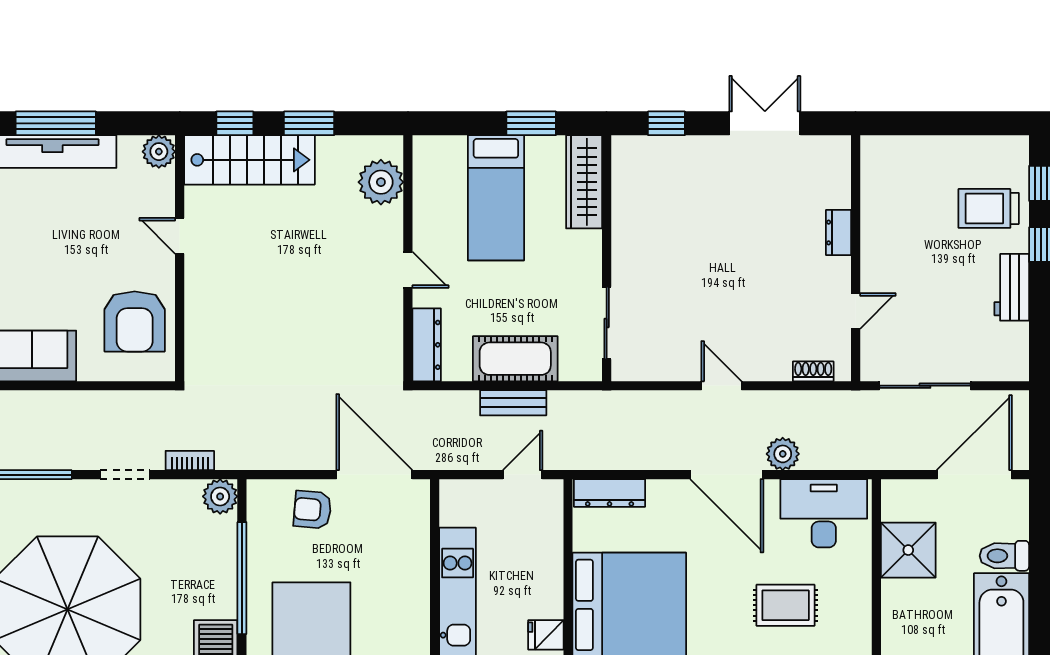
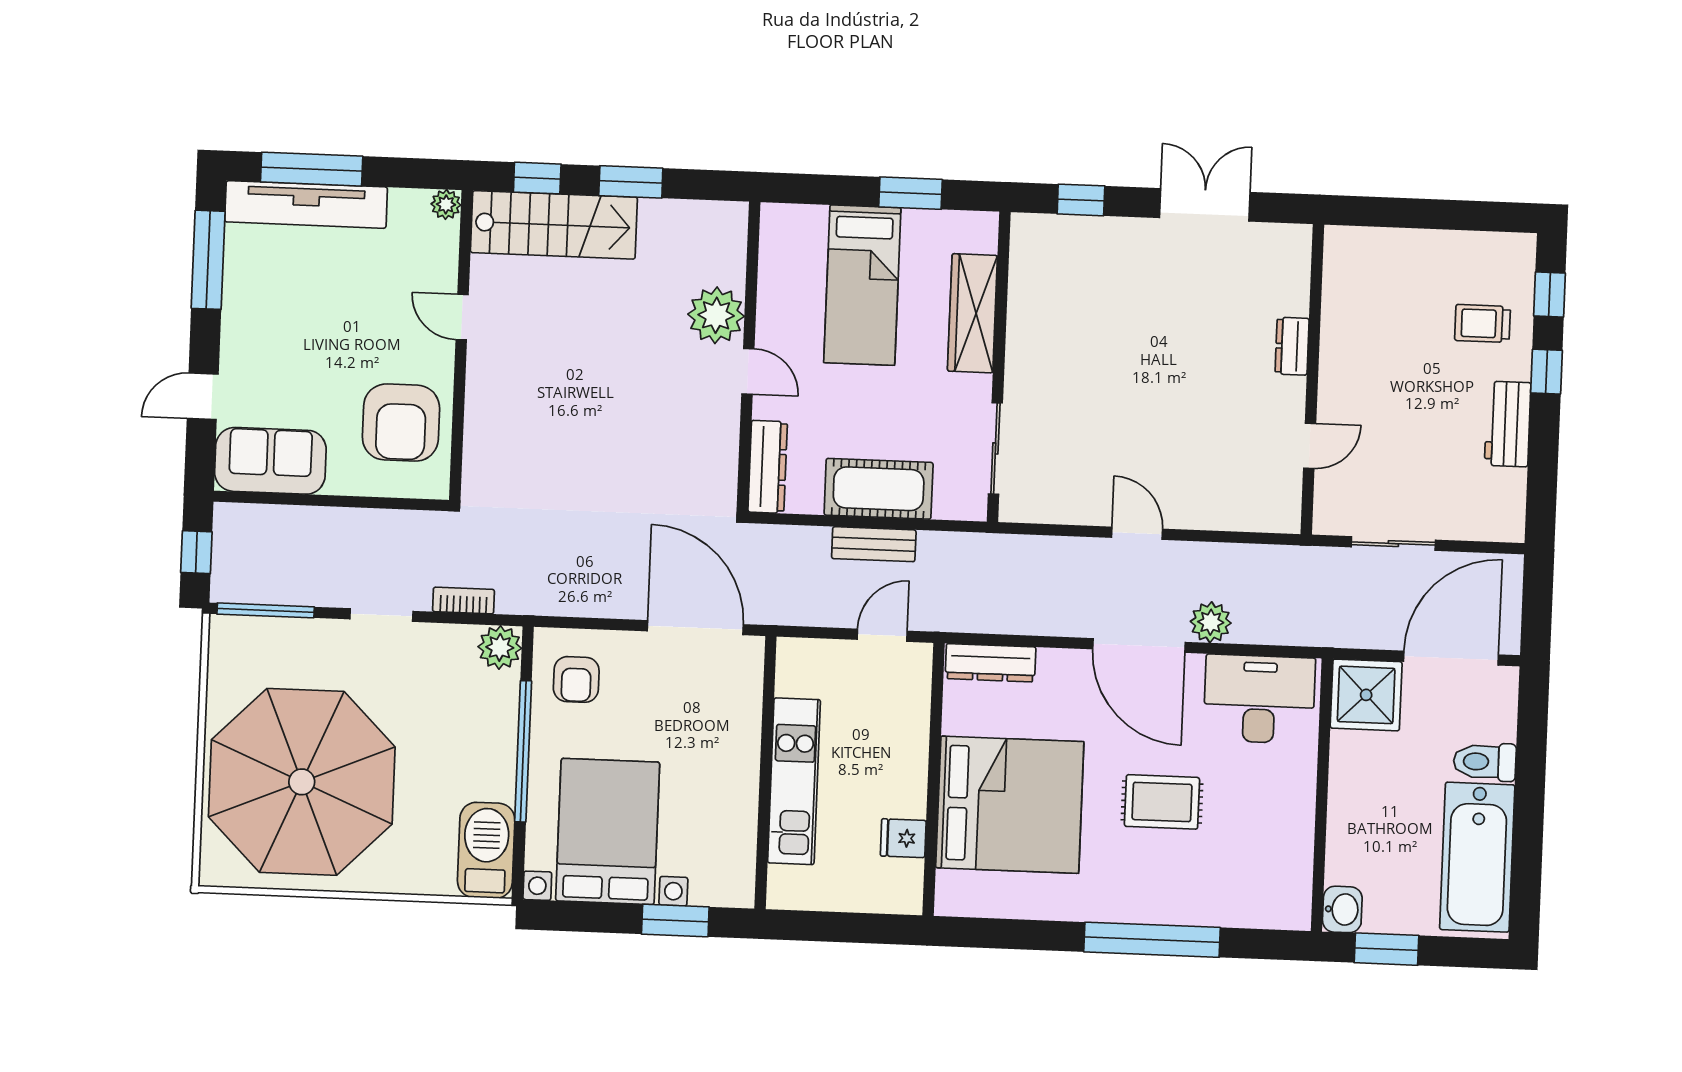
plant: (159, 152) -> (446, 204), width x0.73, depth x0.73
plant: (381, 182) -> (716, 315), moved
wardrobe: (584, 182) -> (972, 313), moved
trolley: (989, 208) -> (1482, 323), width x0.73, depth x0.72
shoe rack: (813, 371) -> (1253, 520), removed
sliding door: (925, 386) -> (1393, 544), width x0.73
armchair: (312, 510) -> (576, 679), moved, turned -95
shower: (908, 550) -> (1366, 695), moved
rug: (786, 605) -> (1162, 802), moved

